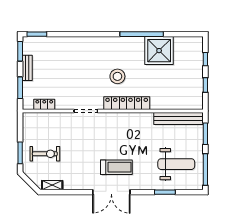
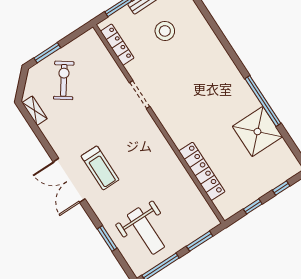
stool: (117, 76) -> (165, 31), moved
locker: (127, 103) -> (202, 171), moved
locker: (44, 104) -> (117, 45), width x1.53
bench: (178, 118) -> (197, 201), removed
exercise bike: (45, 154) -> (64, 80), turned -145

